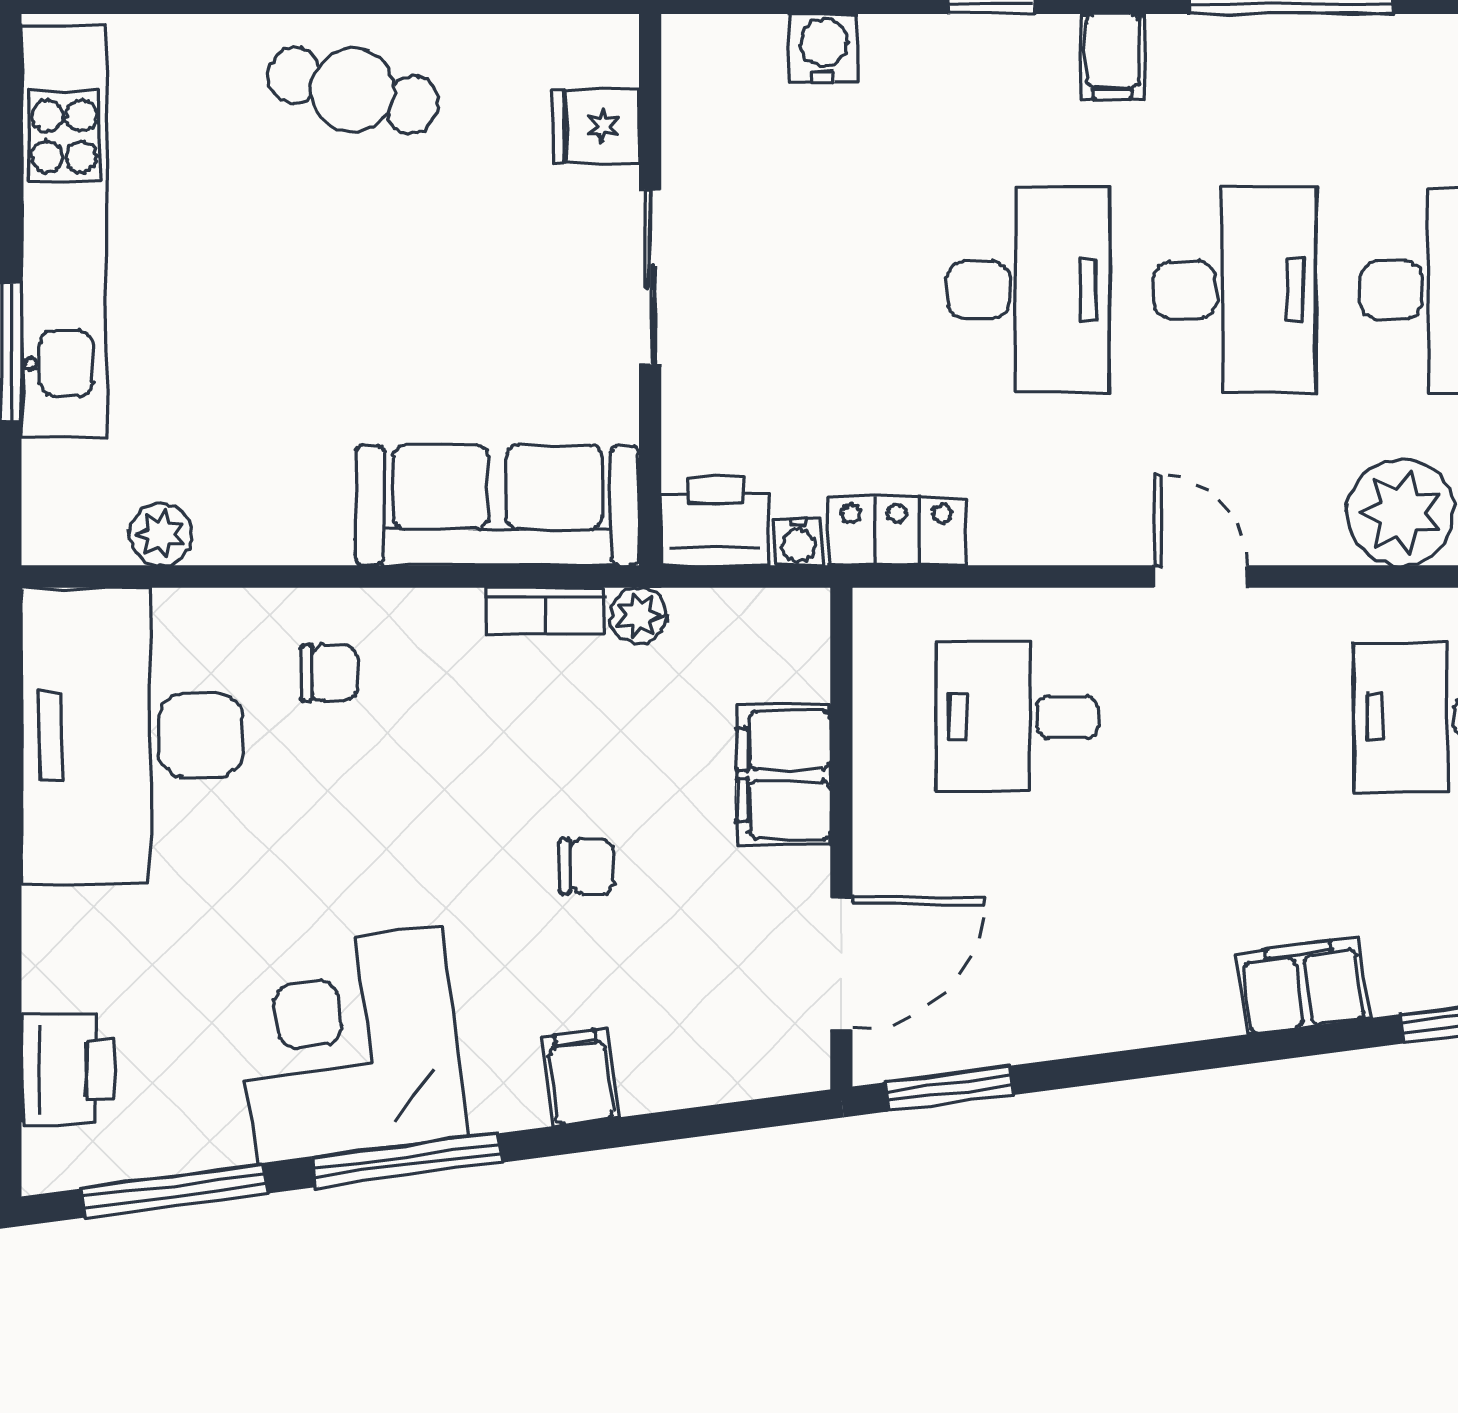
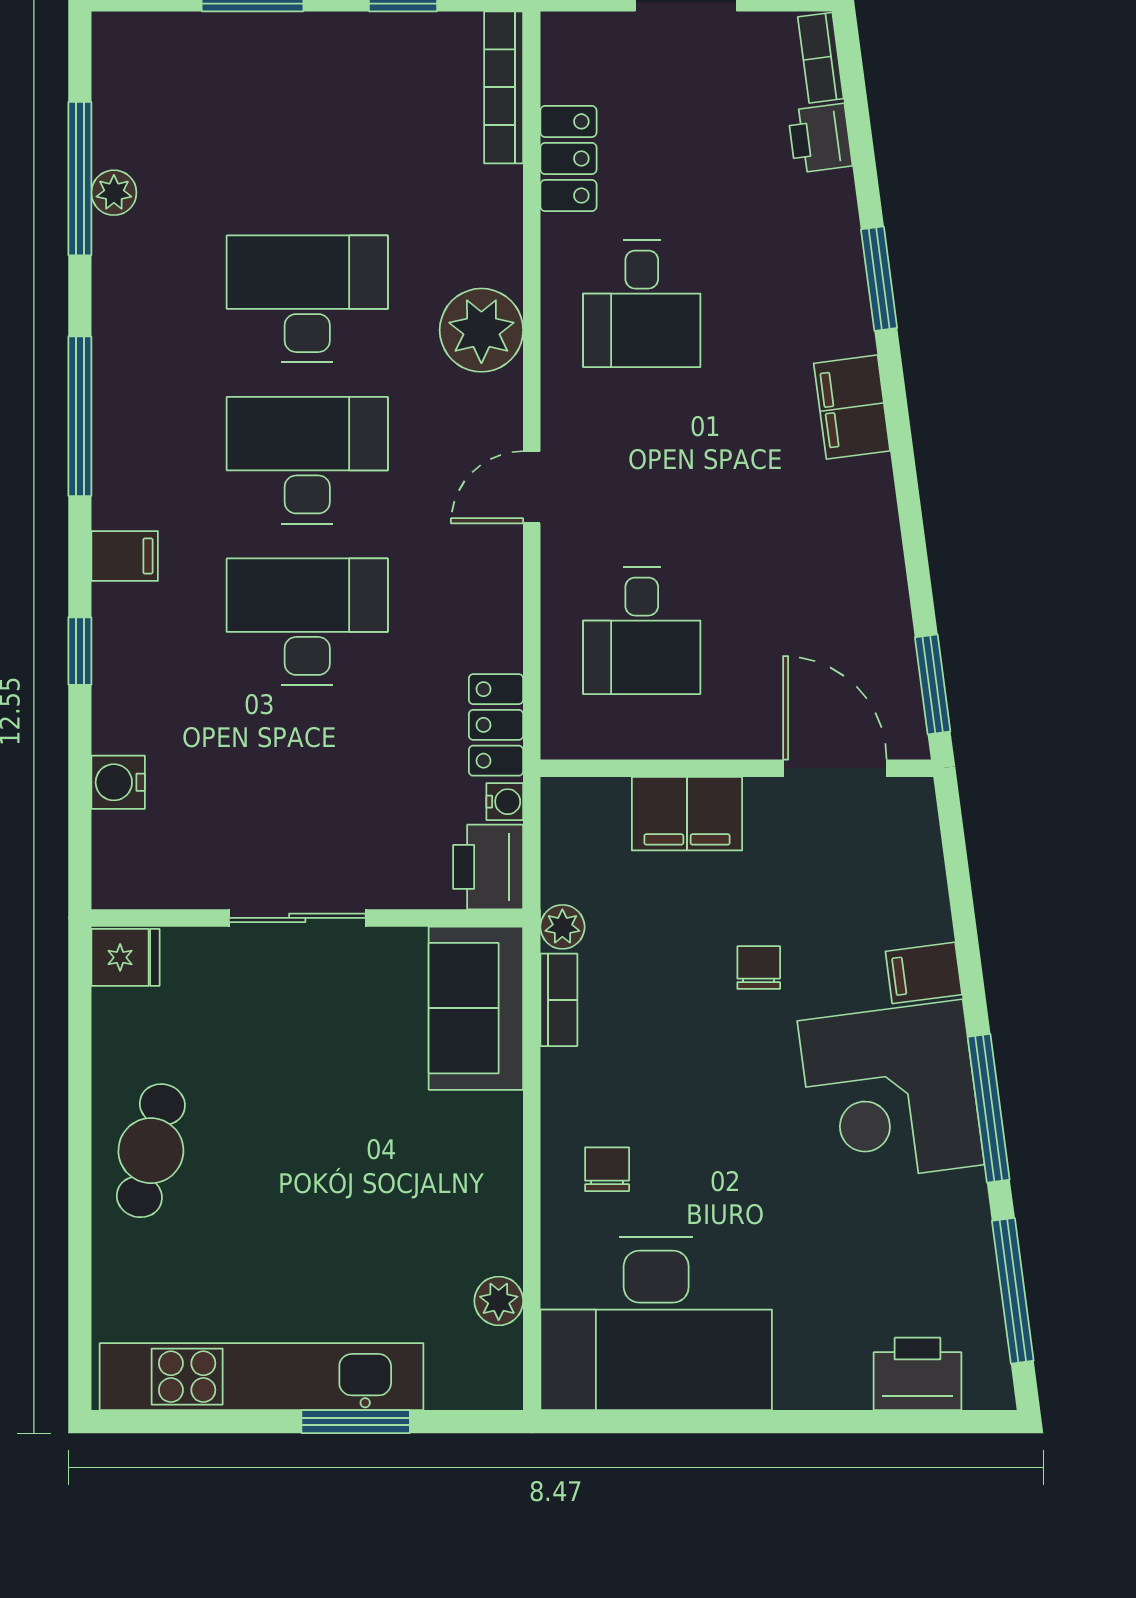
fridge: (596, 126) -> (125, 957), moved, turned -90
sofa: (497, 505) -> (476, 1008), width x0.73
corner desk: (349, 1045) -> (891, 1093), moved

